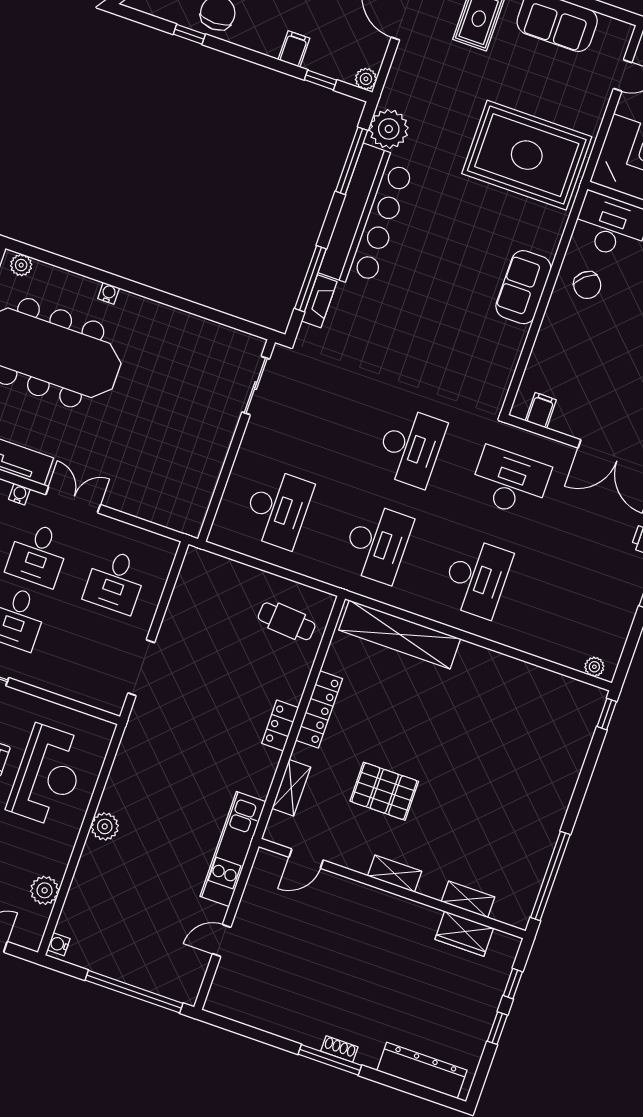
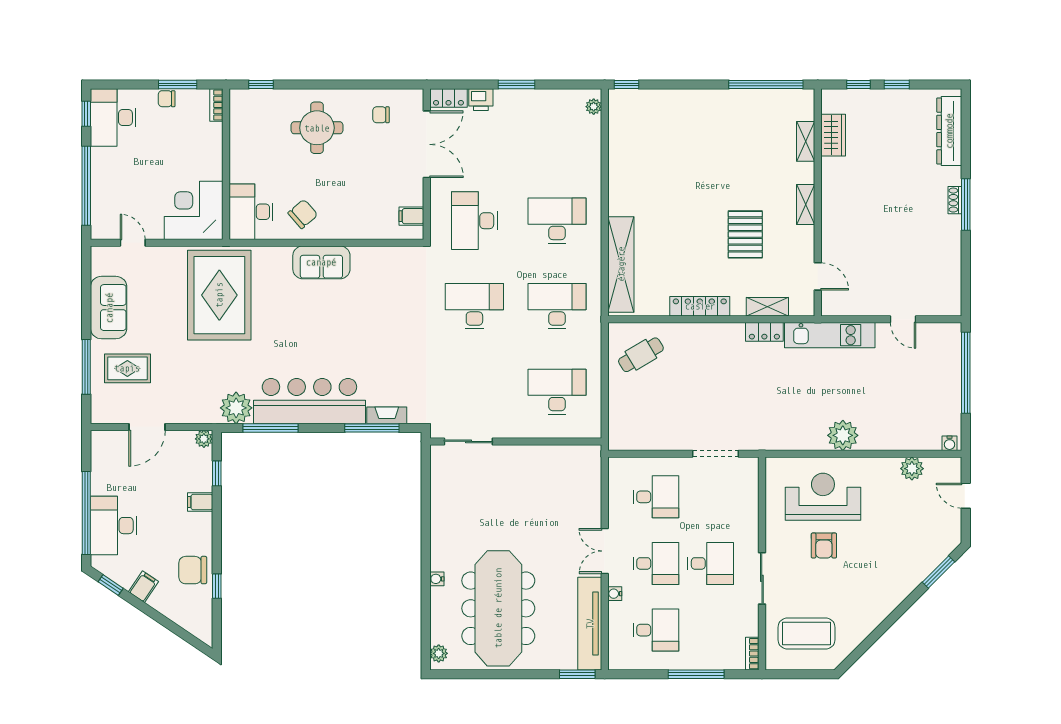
cafe table: (287, 621) -> (641, 355), turned 55
locker: (280, 725) -> (764, 332), moved
plant: (105, 826) -> (843, 435), width x1.36, depth x1.36

